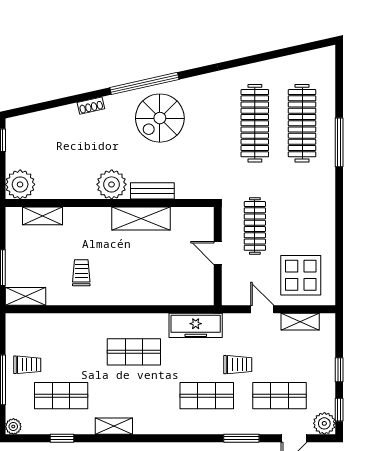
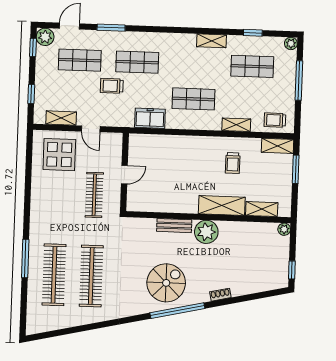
plant: (20, 184) -> (284, 229), width x0.53, depth x0.53
shelving: (141, 218) -> (222, 205), moved
door: (218, 253) -> (124, 175), hinge flipped
shelving: (79, 321) -> (236, 125), added
freezer: (196, 325) -> (150, 118), width x0.71
trolley: (27, 365) -> (275, 120), moved
window: (339, 370) -> (31, 94), moved

